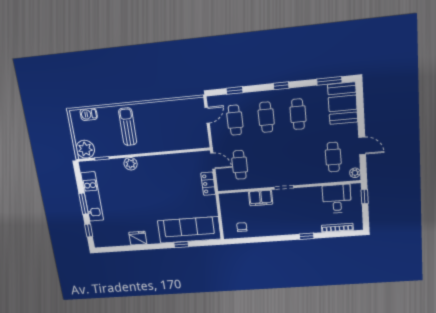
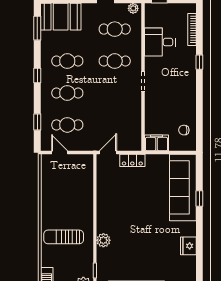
cafe table: (240, 165) -> (115, 61), moved
filing cabinet: (261, 198) -> (157, 143), moved, turned -90
desk: (337, 199) -> (160, 42), moved

